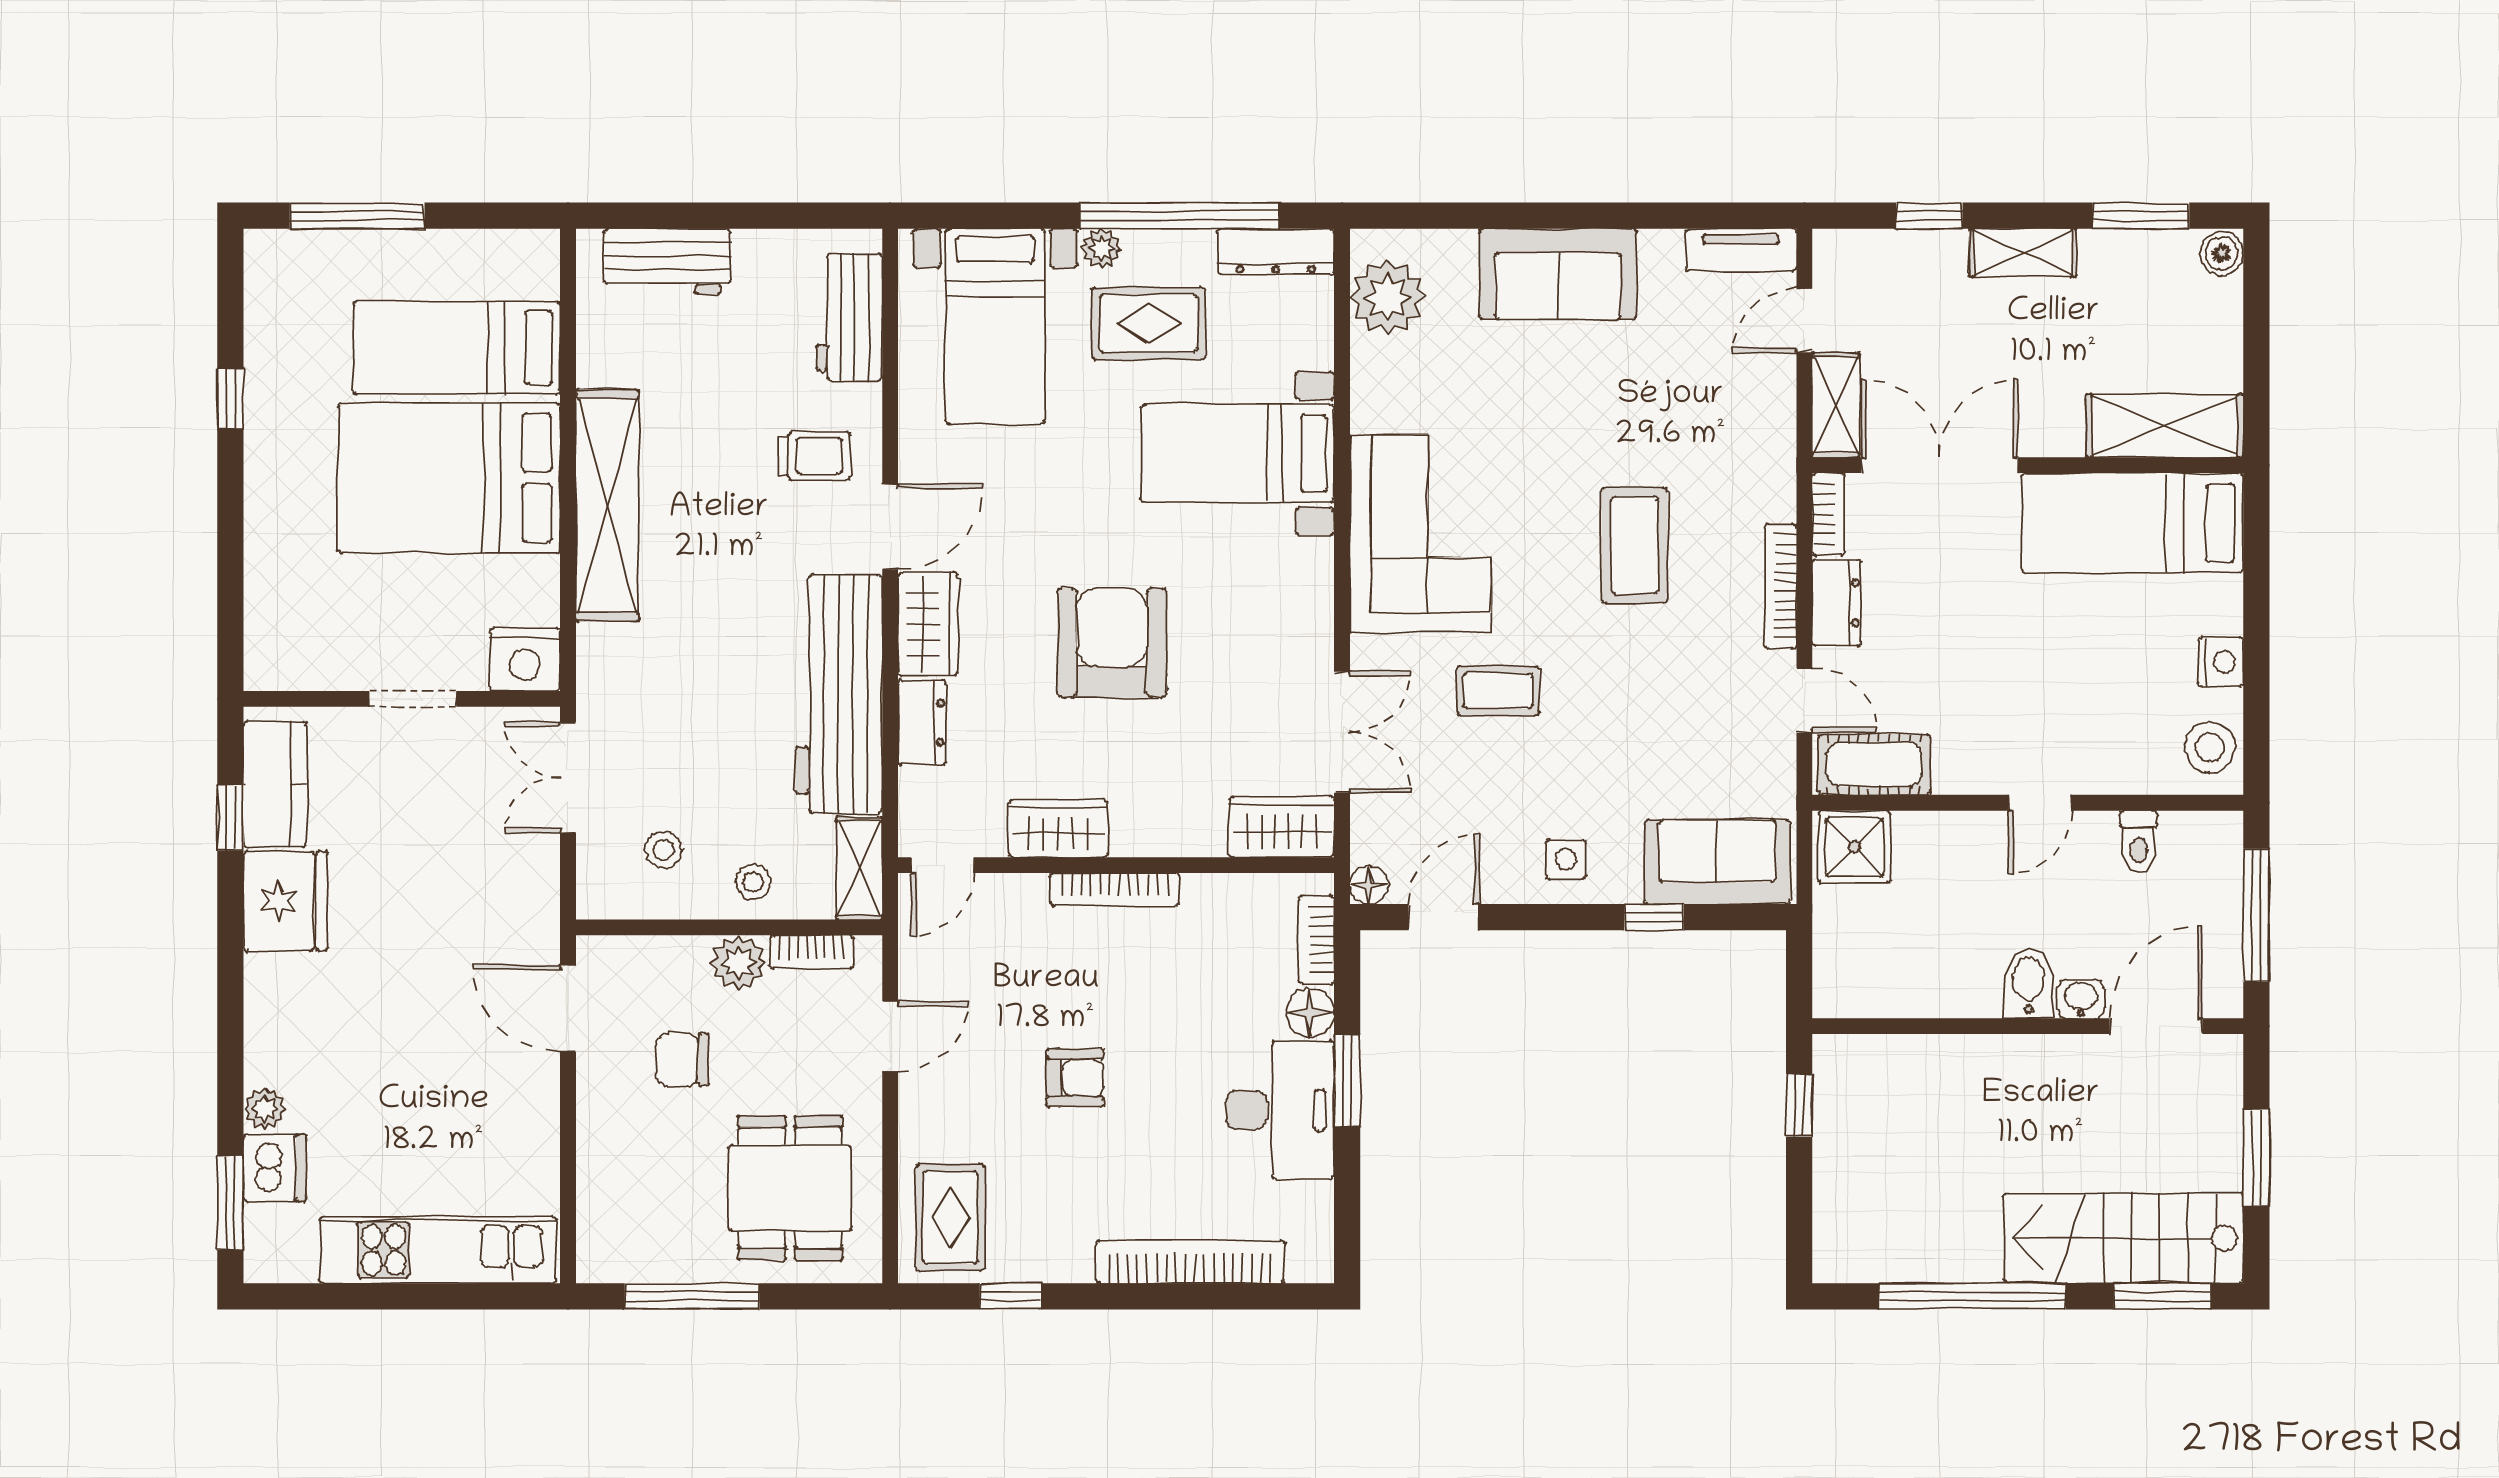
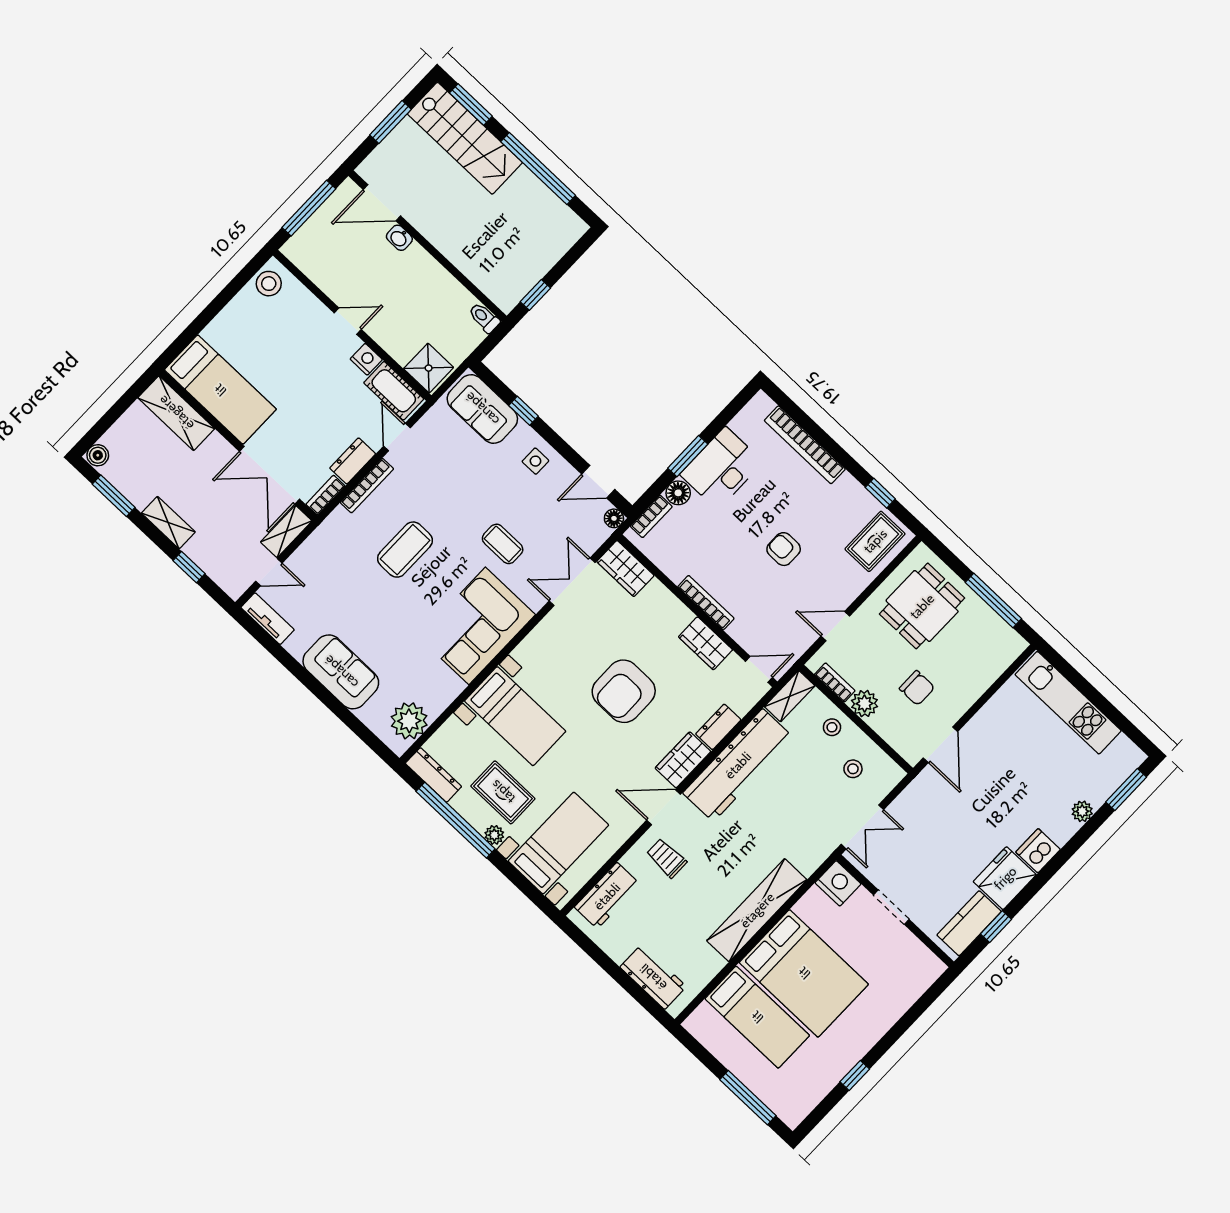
nightstand: (2221, 662) -> (366, 359), moved, turned 90
toilet: (2139, 841) -> (484, 318), moved, turned -90
bidet: (2028, 983) -> (413, 261), removed
dishwasher: (275, 1168) -> (1038, 851), moved

